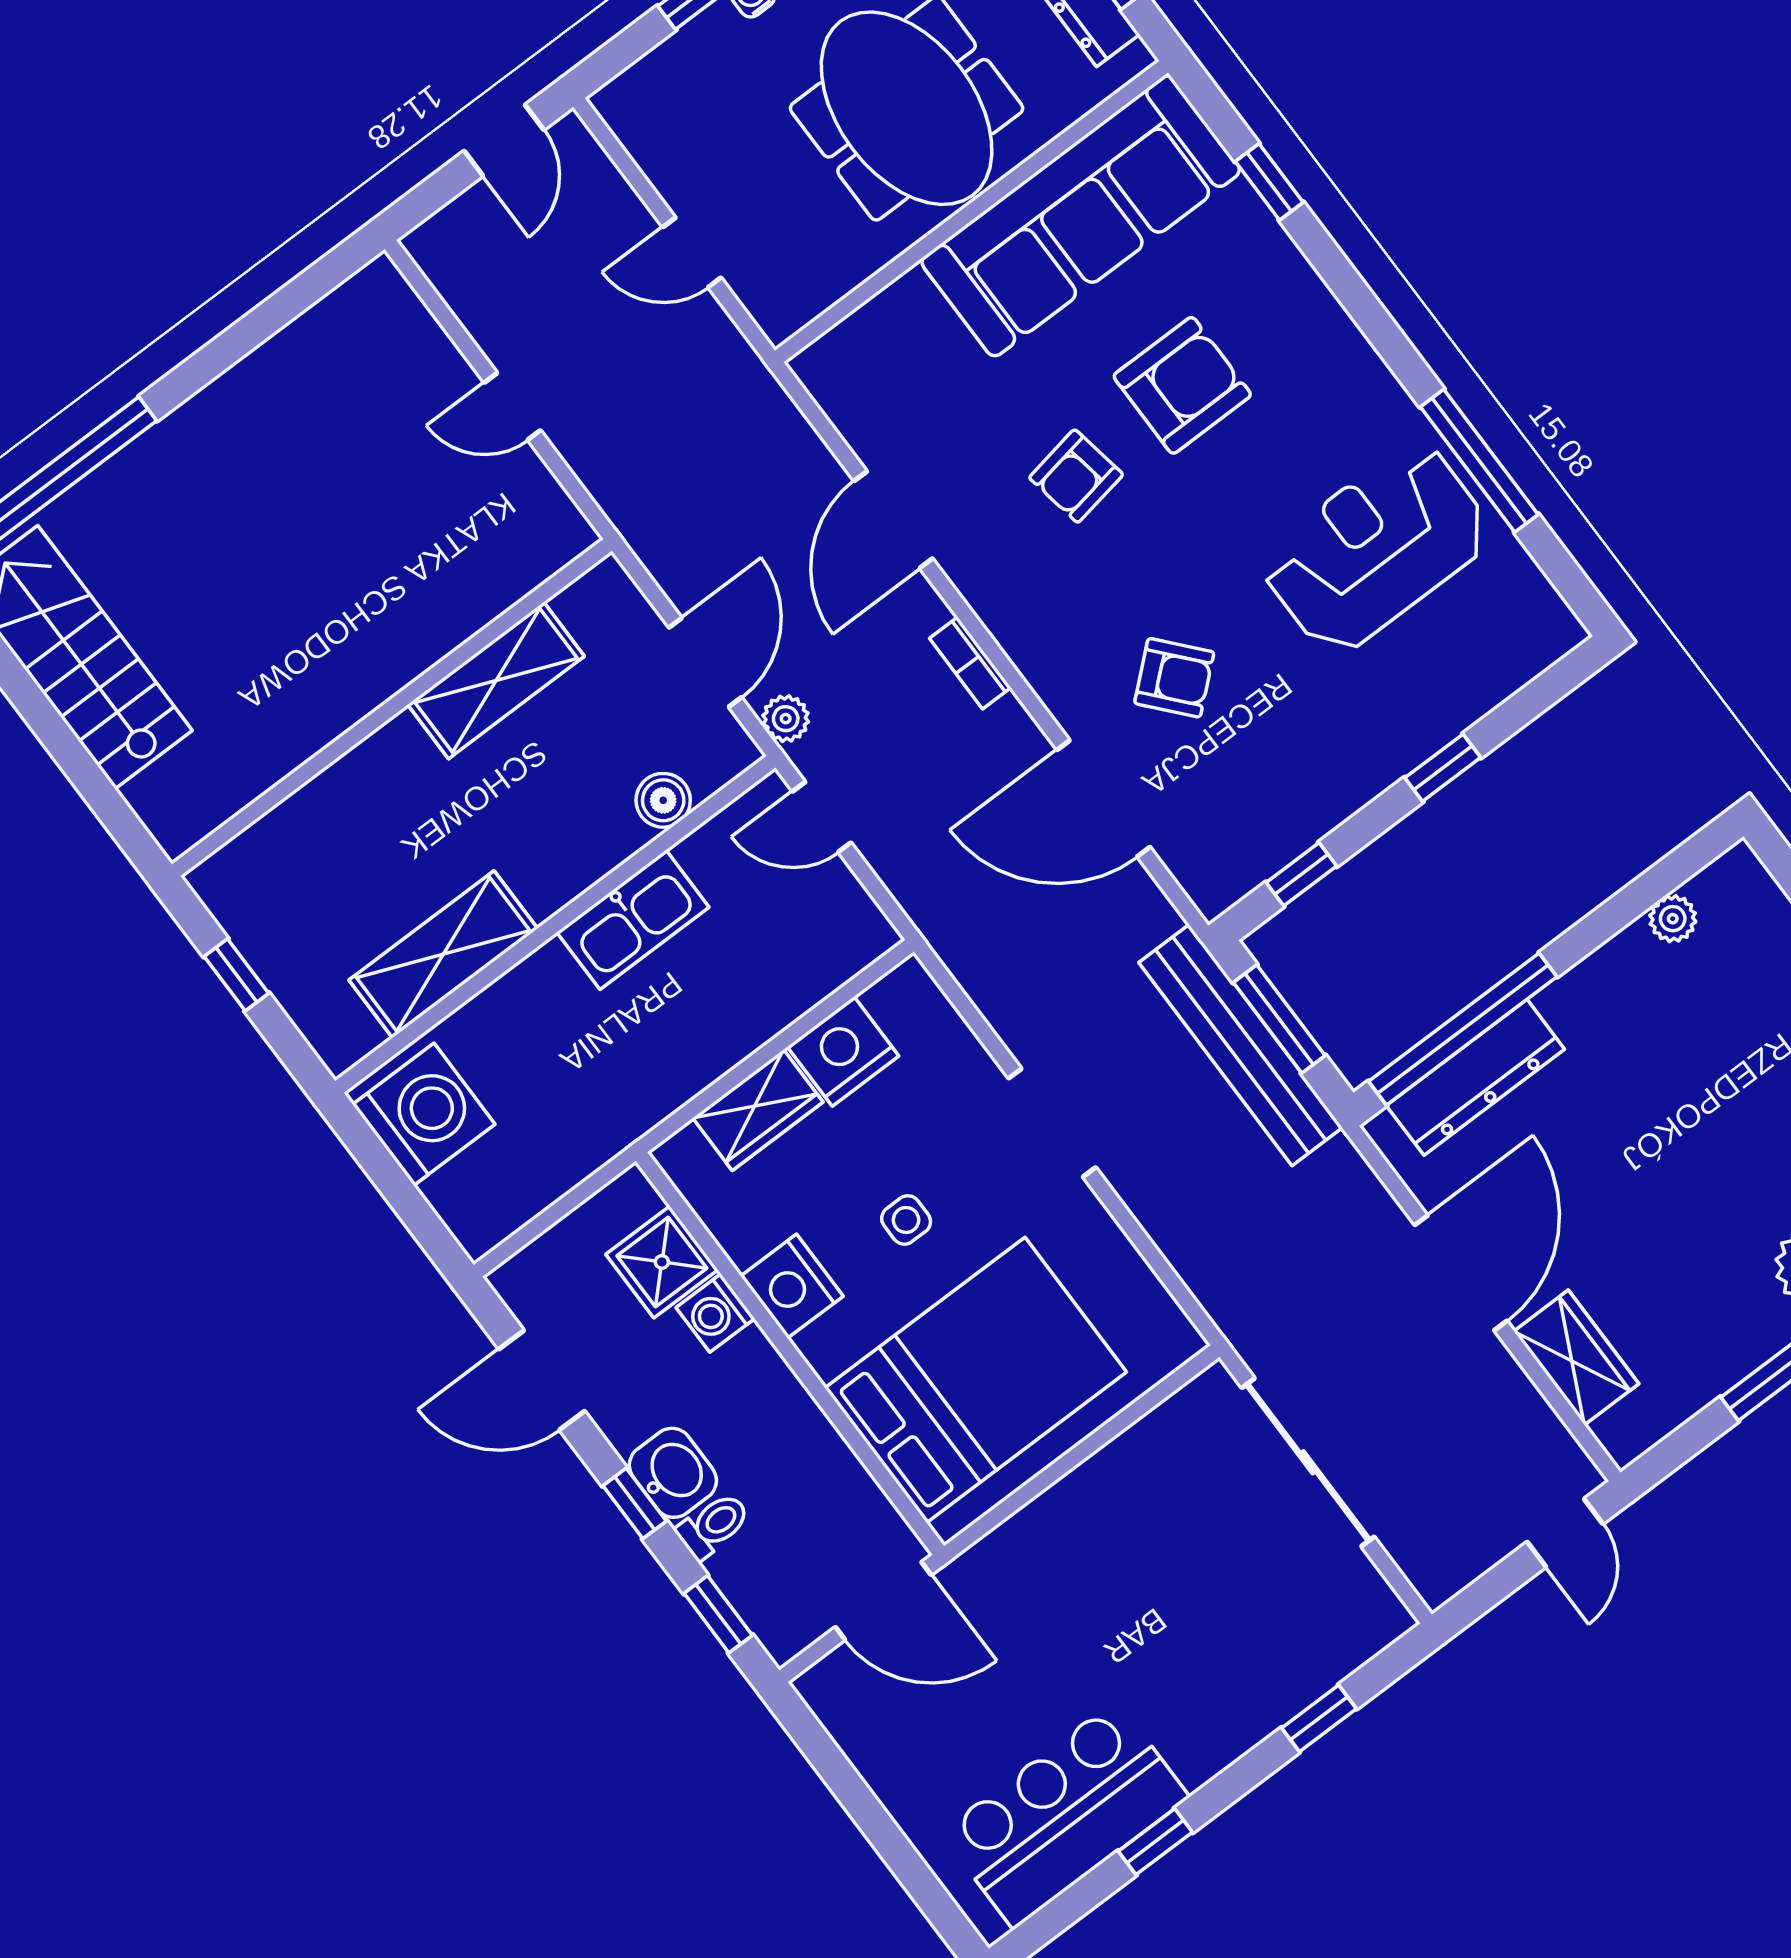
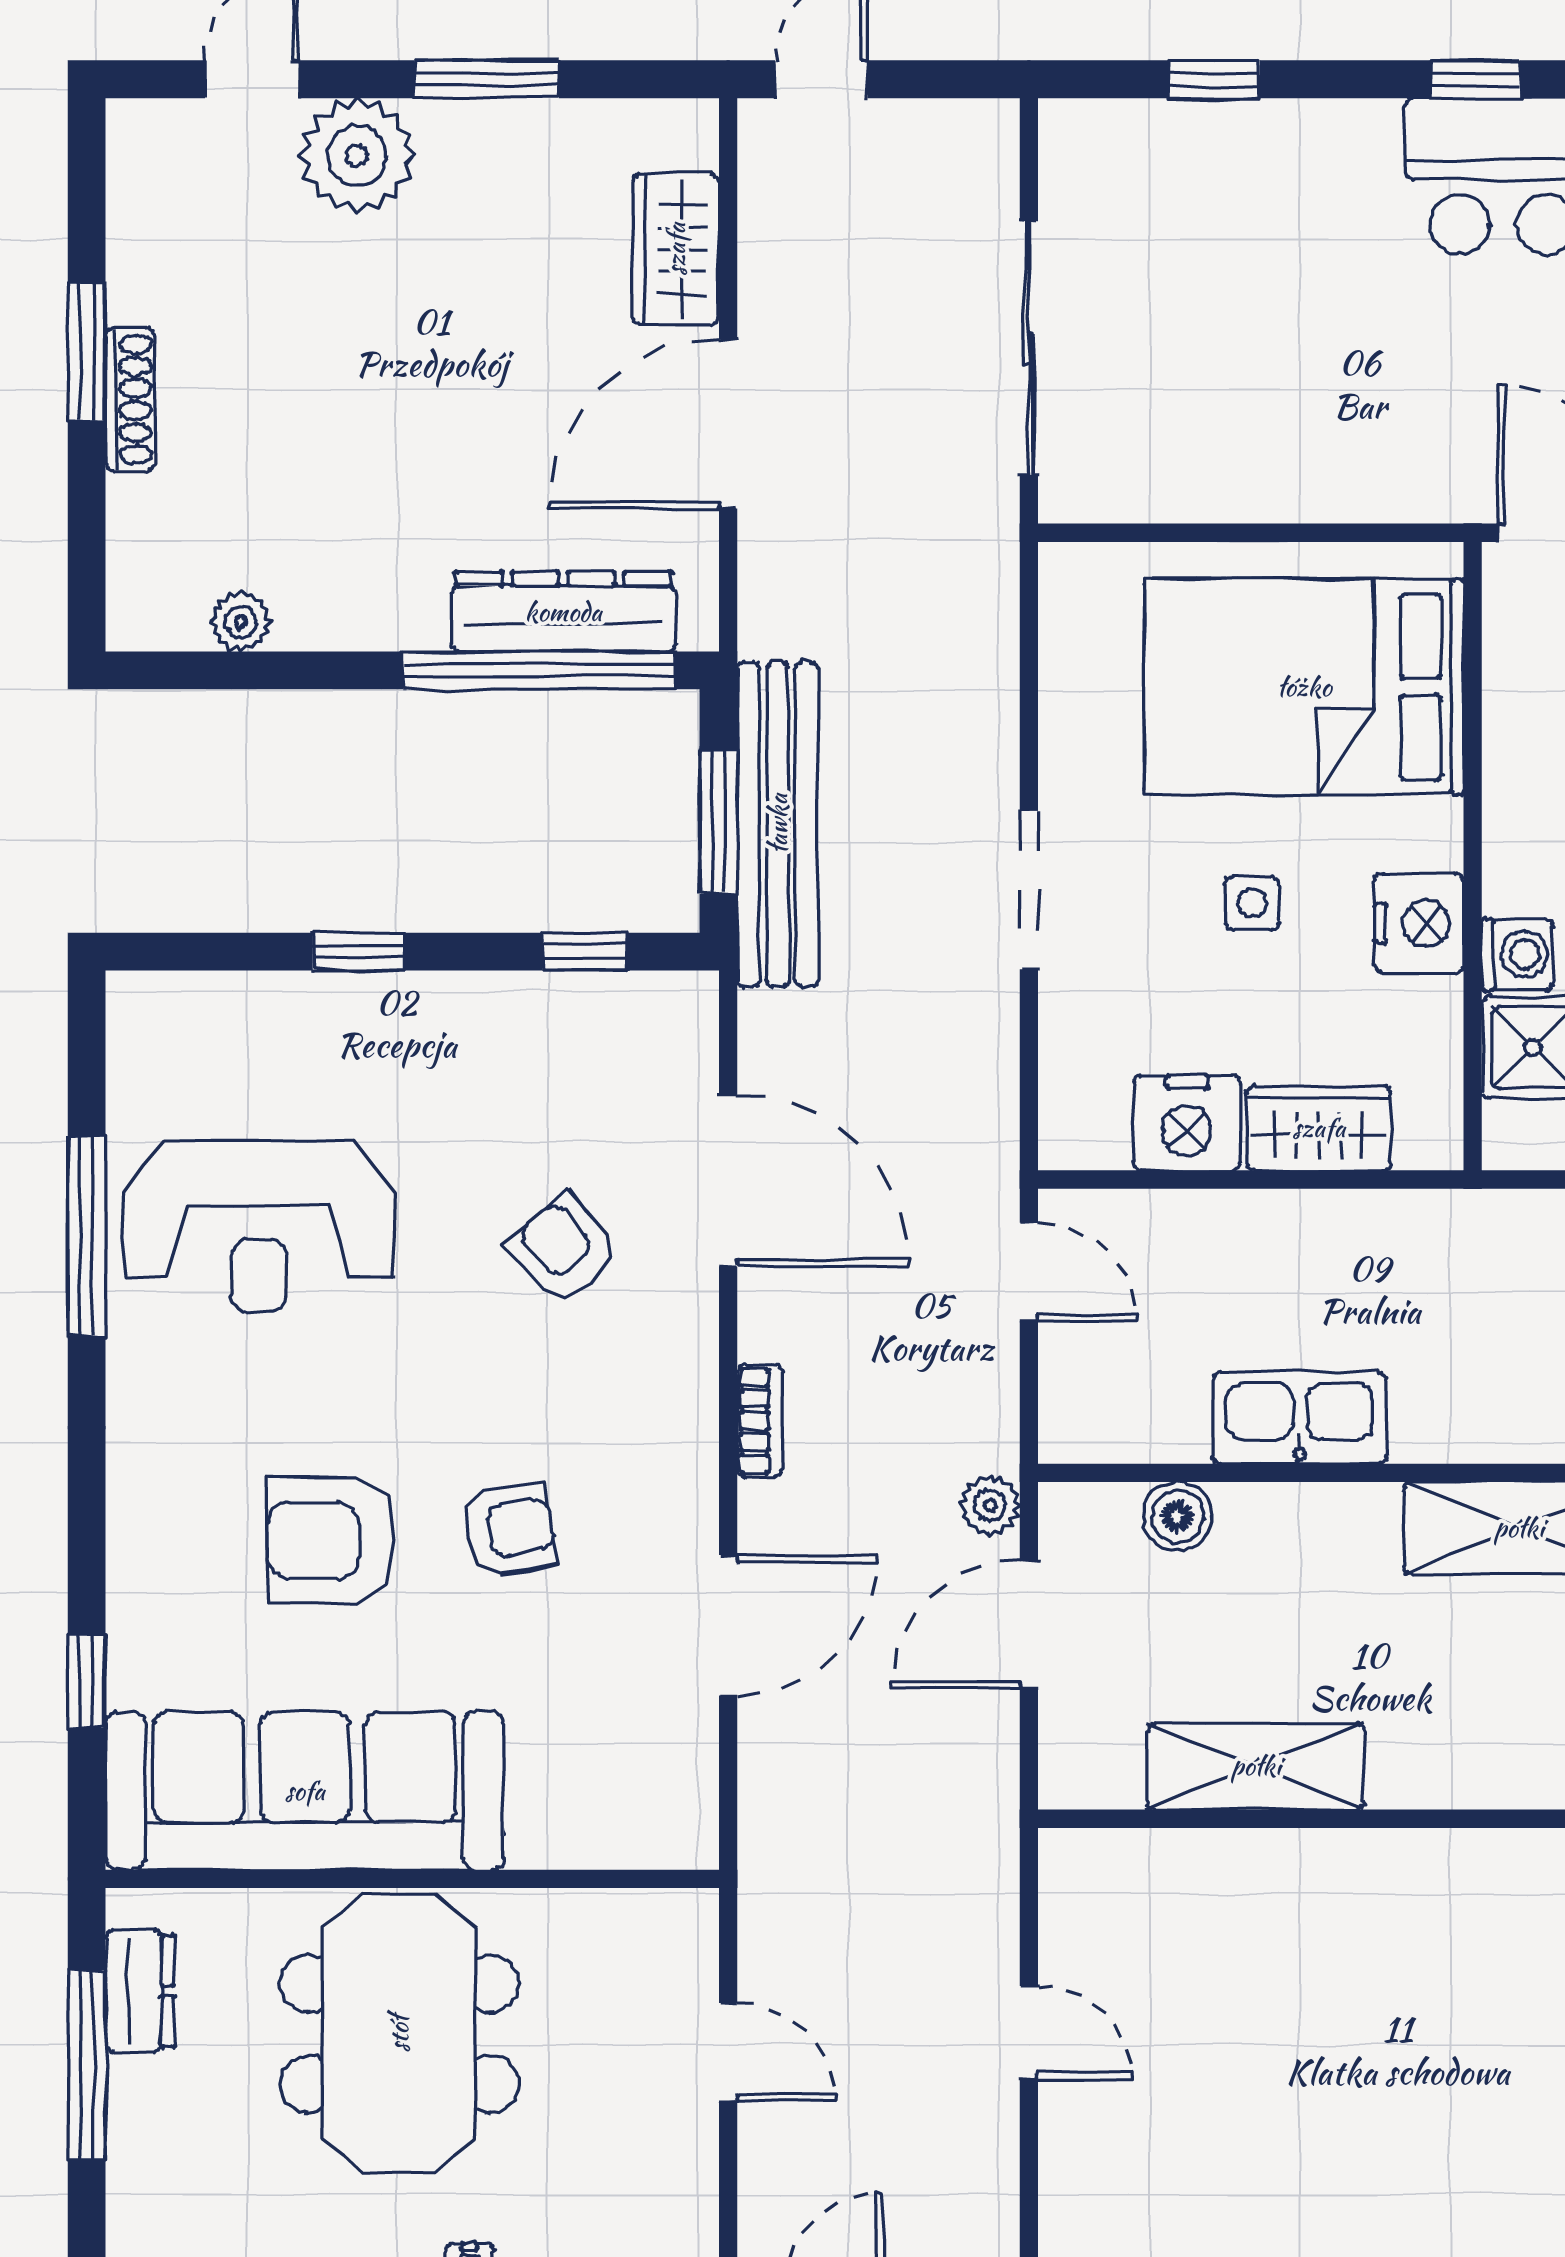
door: (822, 817) -> (1029, 1272), moved

